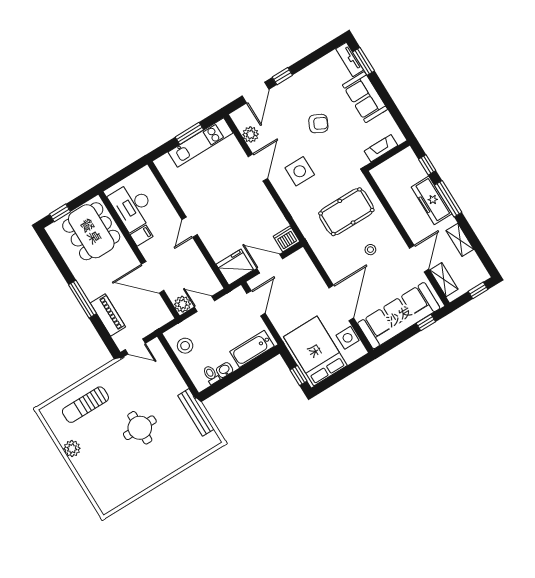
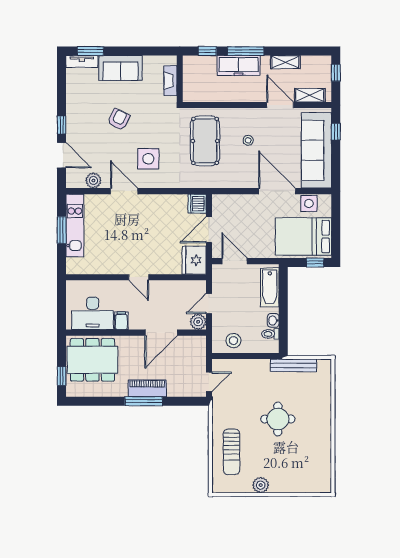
piano: (108, 315) -> (147, 388), moved

